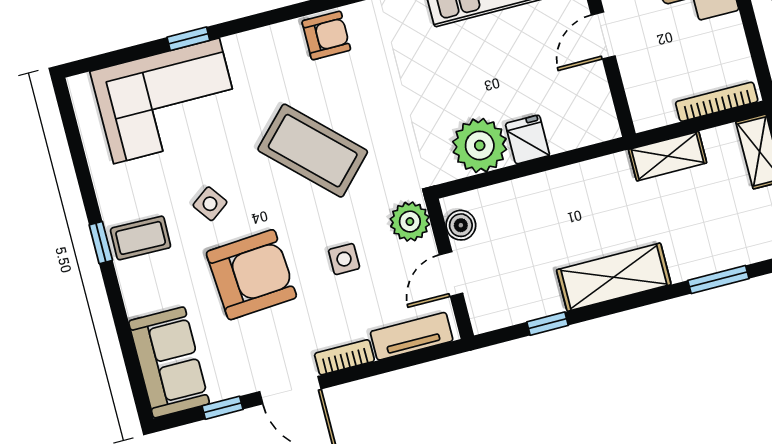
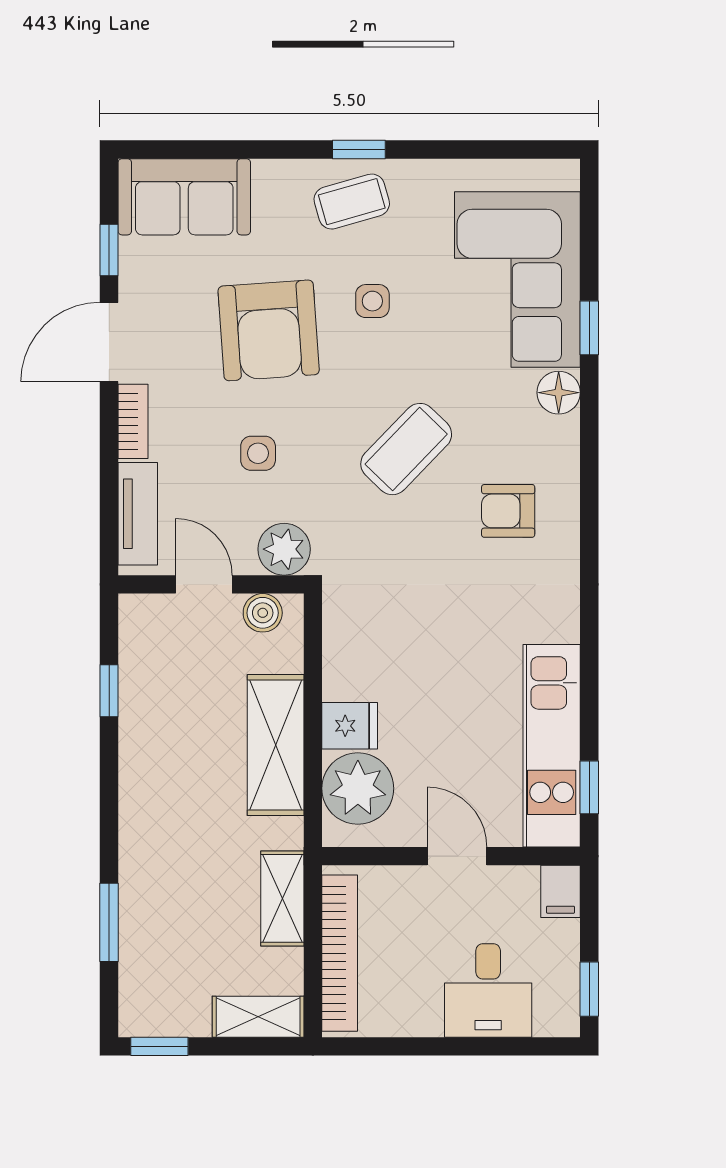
armchair: (326, 36) -> (508, 511), moved, turned 90
floor lamp: (242, 49) -> (559, 393), added
bookcase: (717, 102) -> (340, 953), width x1.48, depth x1.31
plant: (480, 145) -> (358, 788), moved
coffee table: (313, 151) -> (406, 449), width x0.73, depth x0.76
side table: (210, 204) -> (372, 301), turned 36
coffee table: (141, 238) -> (352, 202), turned 73
shelving: (614, 277) -> (276, 745), moved

